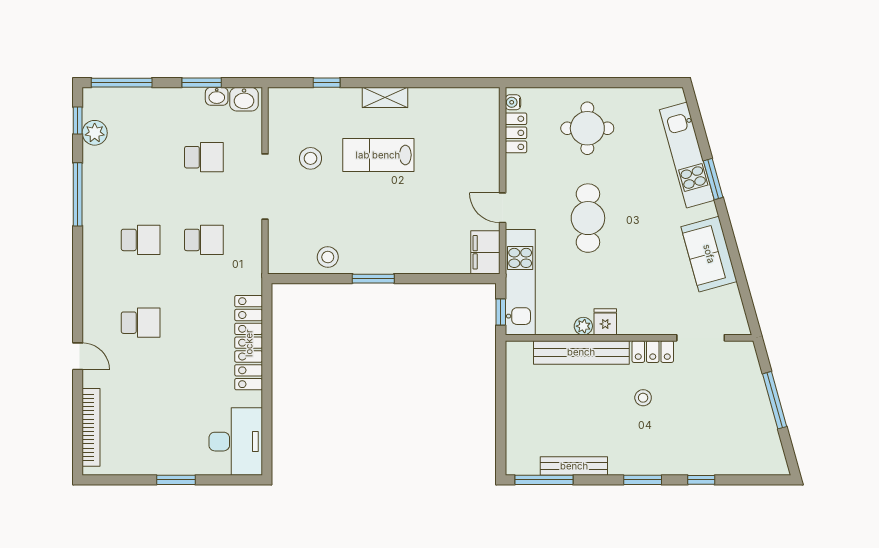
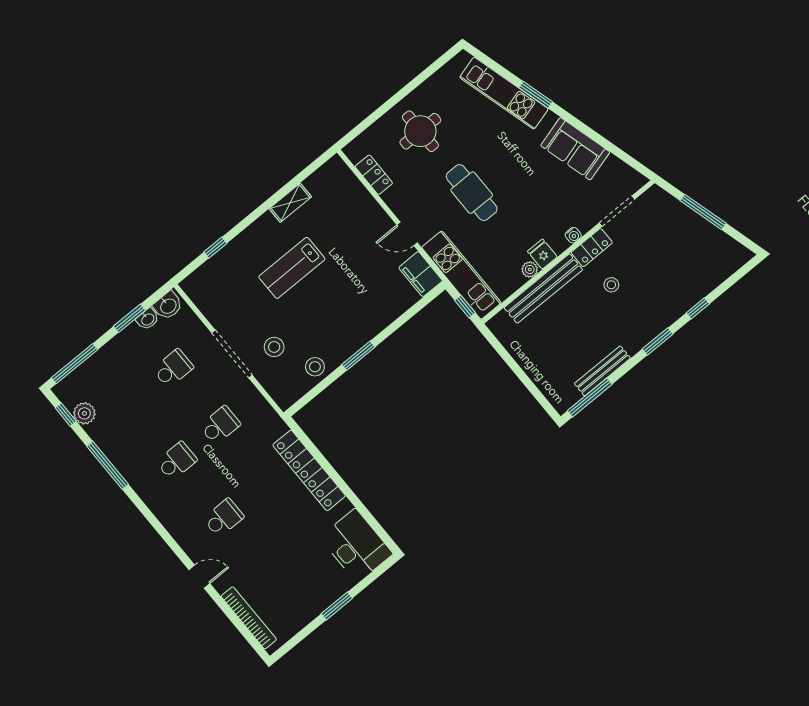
shelving: (385, 97) -> (290, 203), moved
water cooler: (513, 102) -> (573, 235), moved, turned -90
stool: (310, 158) -> (274, 347), moved

